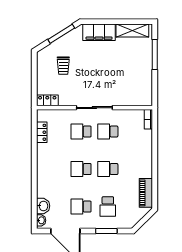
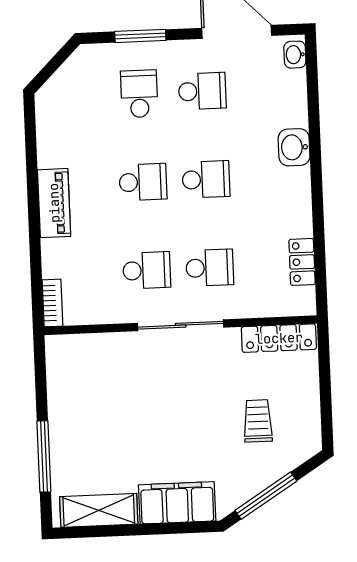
locker: (47, 100) -> (279, 338), width x1.53
piano: (146, 193) -> (54, 203), moved
washbasin: (43, 206) -> (294, 147), moved

